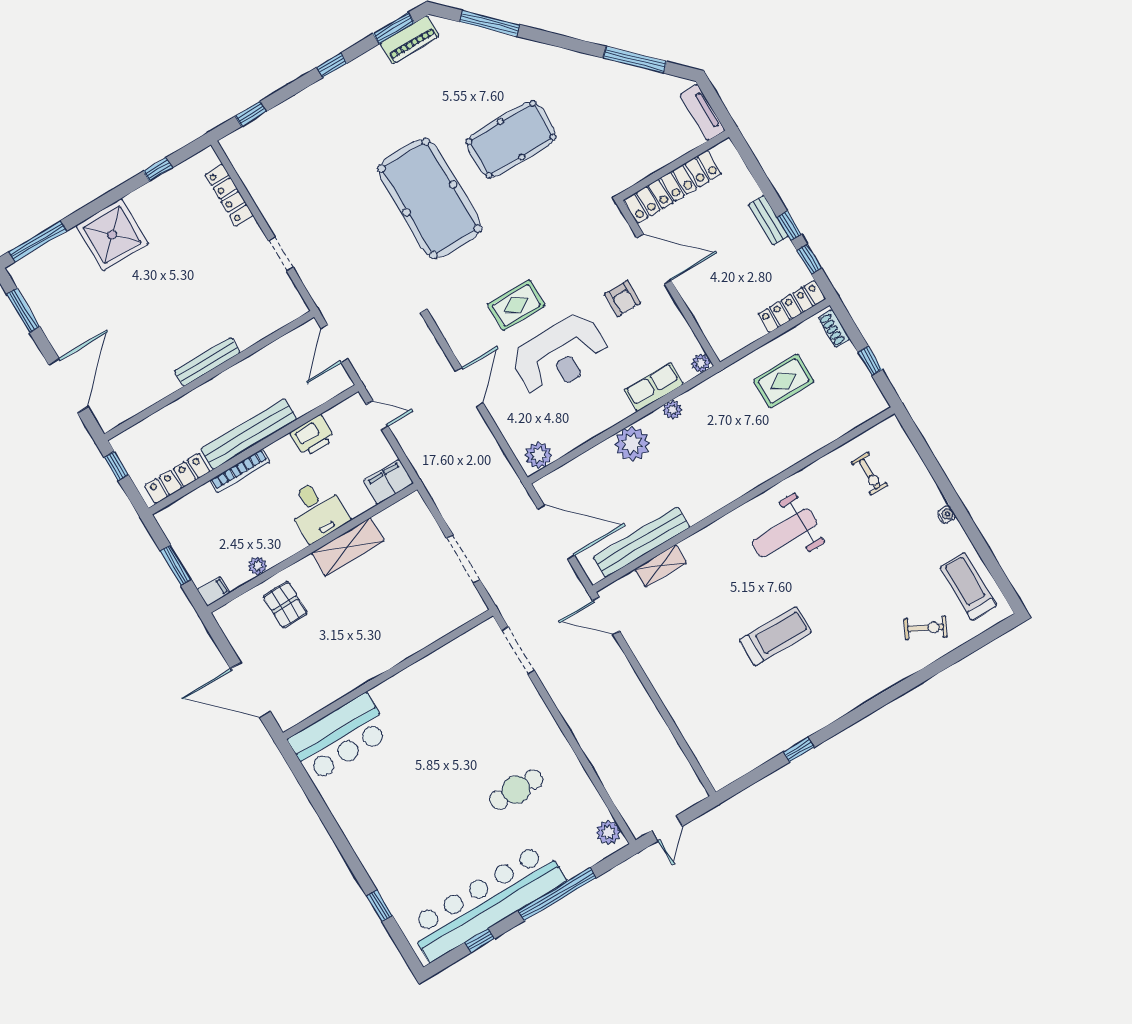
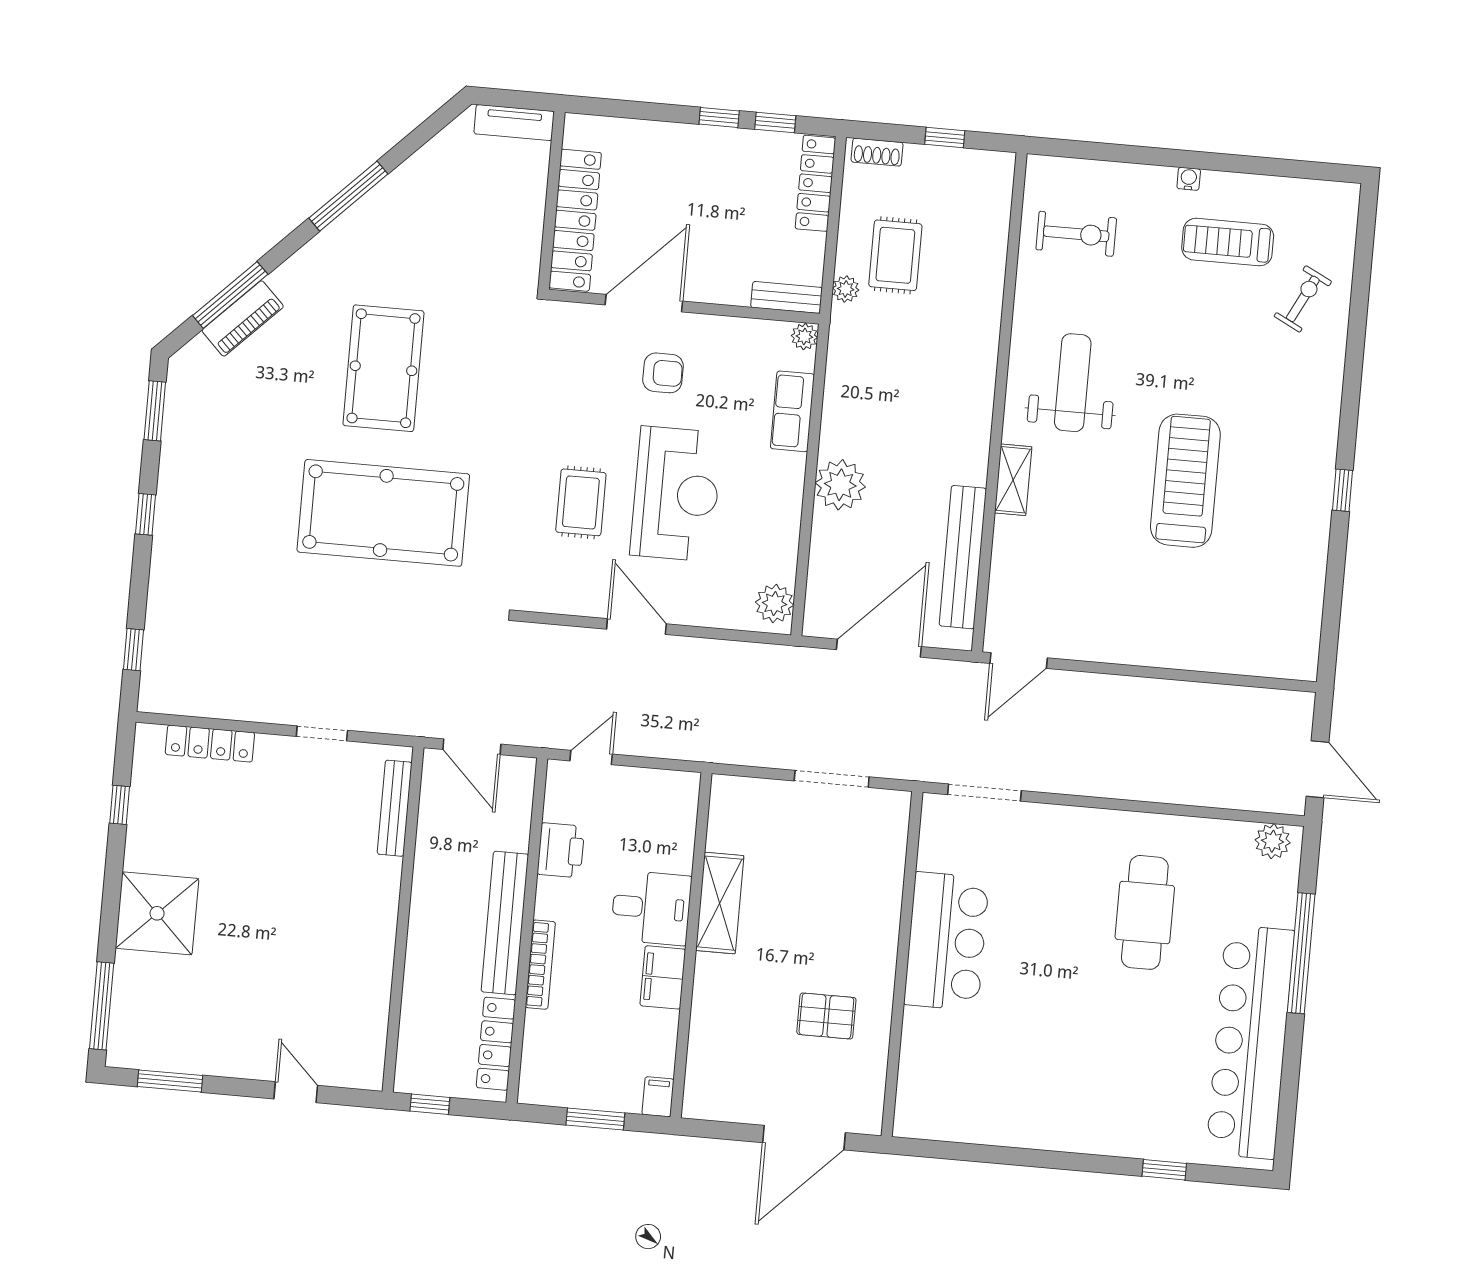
piano: (410, 40) -> (243, 318), moved, turned 45
window: (635, 60) -> (348, 196), moved
bench: (768, 220) -> (786, 297), moved
bench: (207, 362) -> (395, 808), moved
door: (68, 386) -> (296, 1092), width x0.53
plant: (673, 410) -> (846, 289), moved
exercise bike: (870, 474) -> (1076, 234), width x1.38, depth x1.39
filing cabinet: (388, 482) -> (663, 977), moved
weight bench: (784, 533) -> (1073, 383), turned 180
plant: (257, 566) -> (666, 1024), removed
shelving: (661, 566) -> (1013, 480), moved
treadmill: (968, 587) -> (1228, 242), moved
pallet: (285, 605) -> (826, 1016), moved
treadmill: (775, 636) -> (1185, 481), width x1.37, depth x1.38
bar counter: (340, 737) -> (946, 941), moved
window: (799, 750) -> (1343, 490), moved
cafe table: (516, 790) -> (1145, 912), width x1.37, depth x1.35
door: (667, 828) -> (1318, 769), width x1.38
window: (480, 941) -> (1290, 1083), removed

